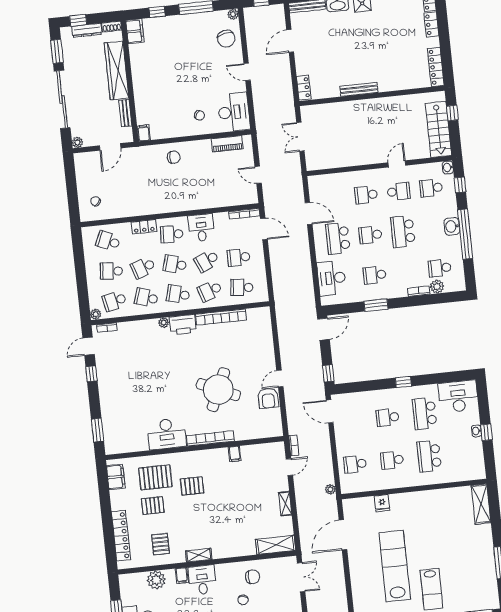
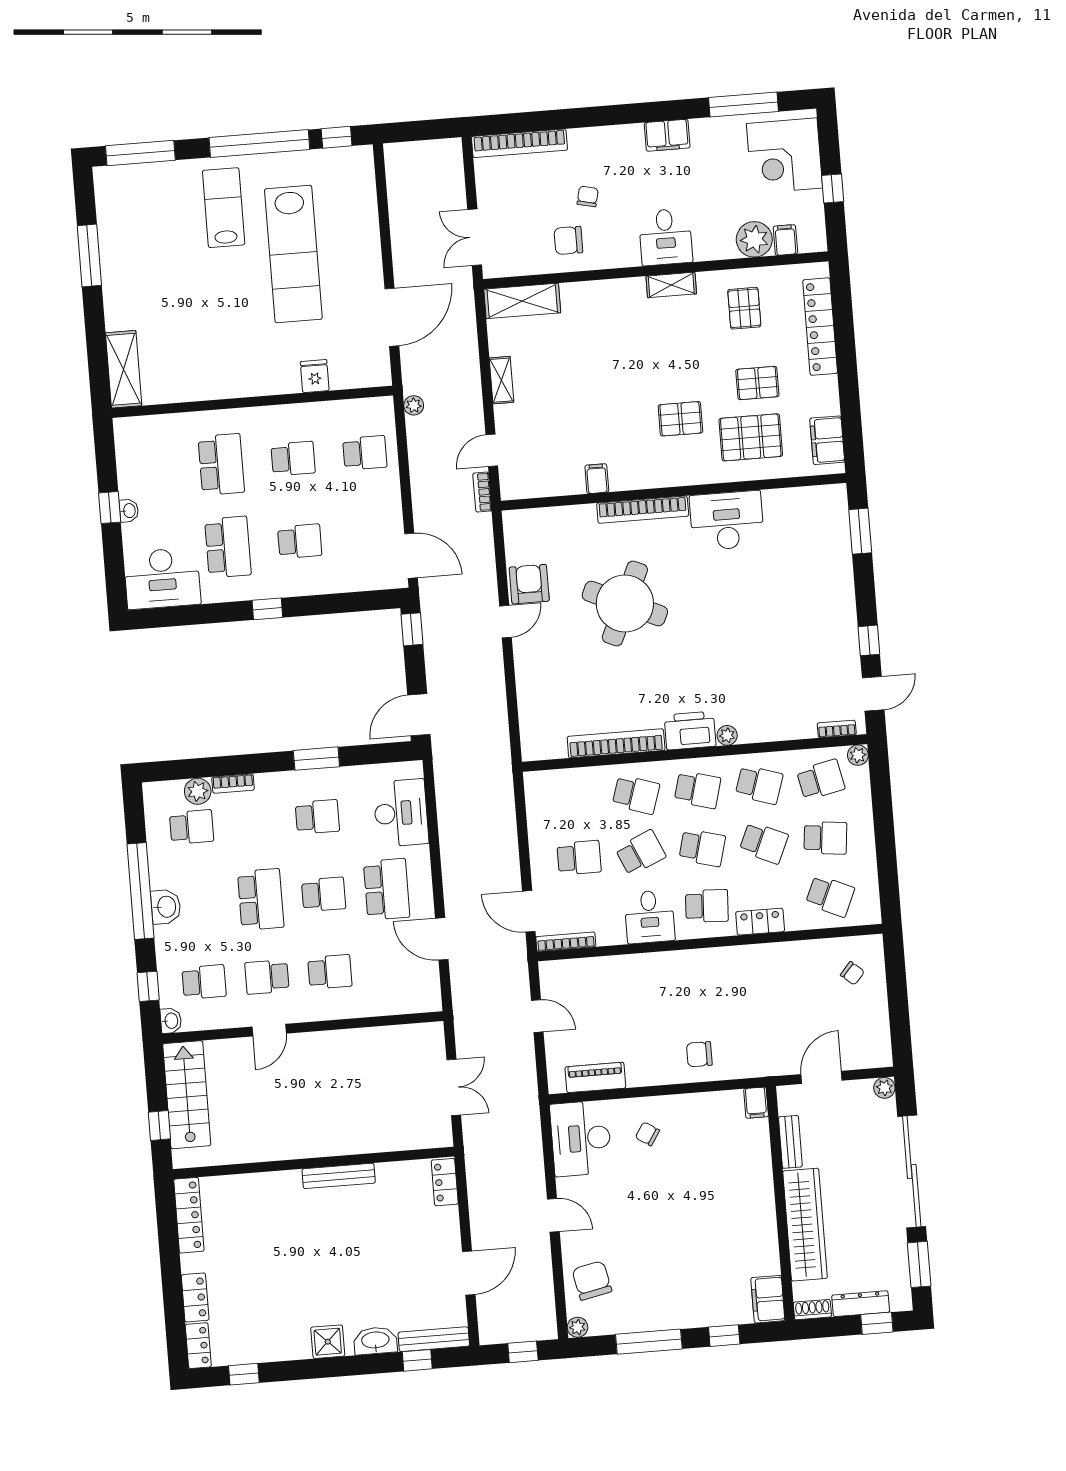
school desk: (143, 268) -> (764, 843), turned 42
school desk: (242, 287) -> (574, 800), removed
school desk: (210, 291) -> (636, 795), turned 36
filing cabinet: (182, 576) -> (785, 240), moved

